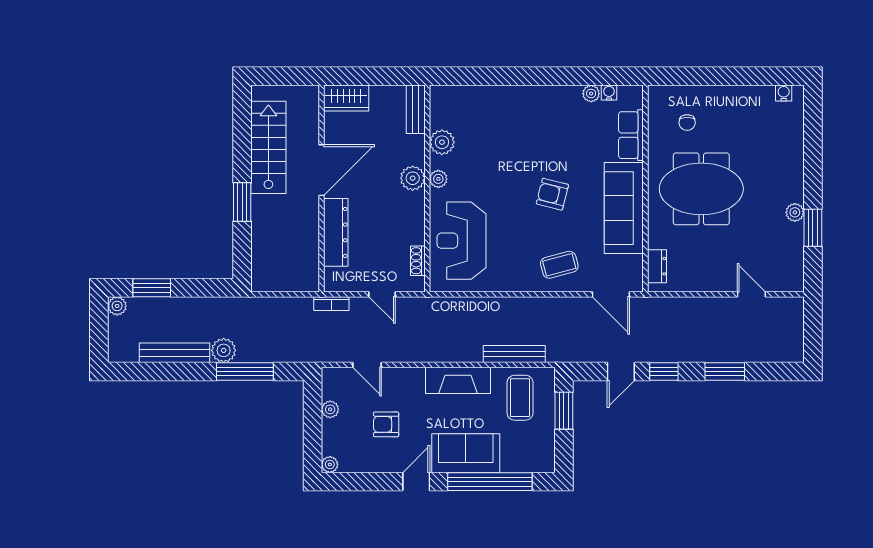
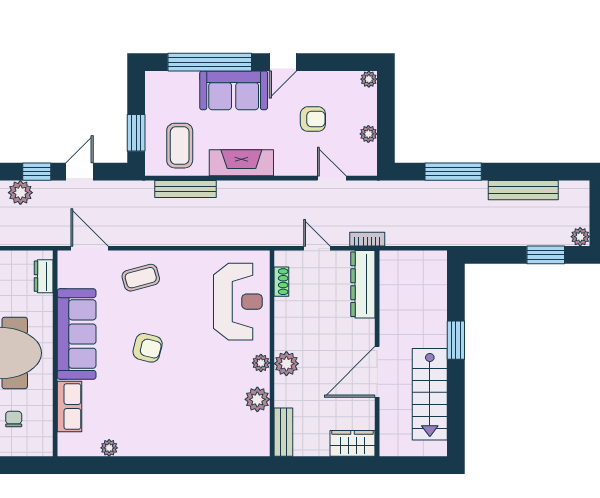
water cooler: (609, 93) -> (91, 449), removed
dresser: (336, 232) -> (363, 284), moved
plant: (224, 350) -> (20, 193), moved

